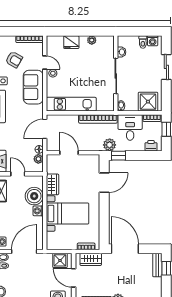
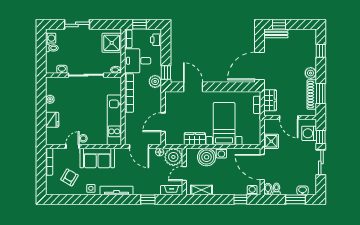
plant: (38, 159) -> (173, 157), width x1.87, depth x1.87
shower: (60, 260) -> (271, 141), moved
door: (74, 278) -> (289, 117), hinge flipped

